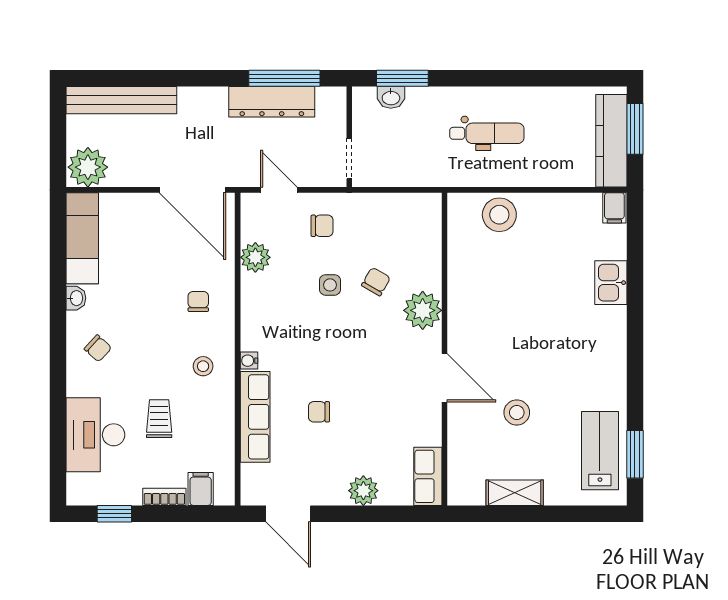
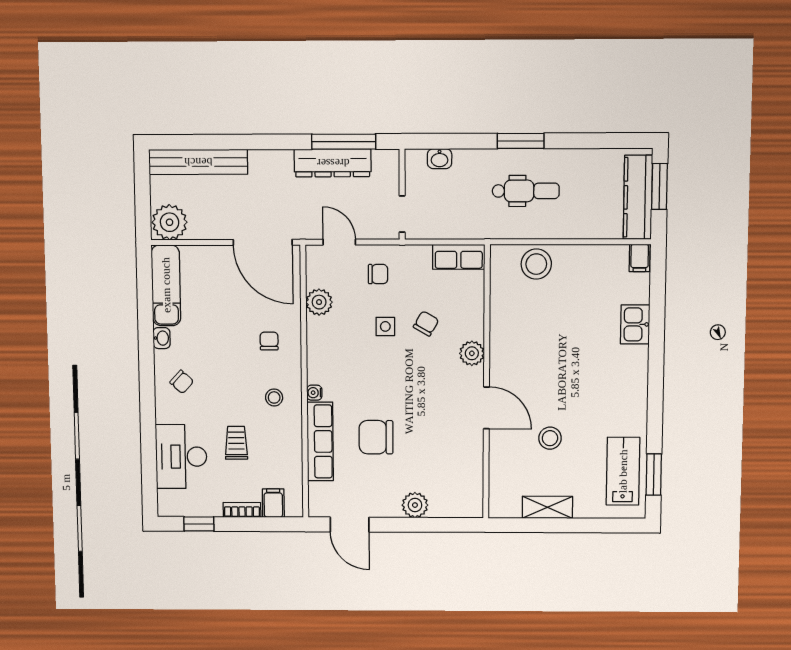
window: (402, 78) -> (521, 141), moved
plant: (423, 310) -> (472, 353), width x0.73, depth x0.73
chair: (319, 412) -> (376, 437), width x1.87, depth x1.87
row of seats: (428, 476) -> (459, 257), moved, turned -90

